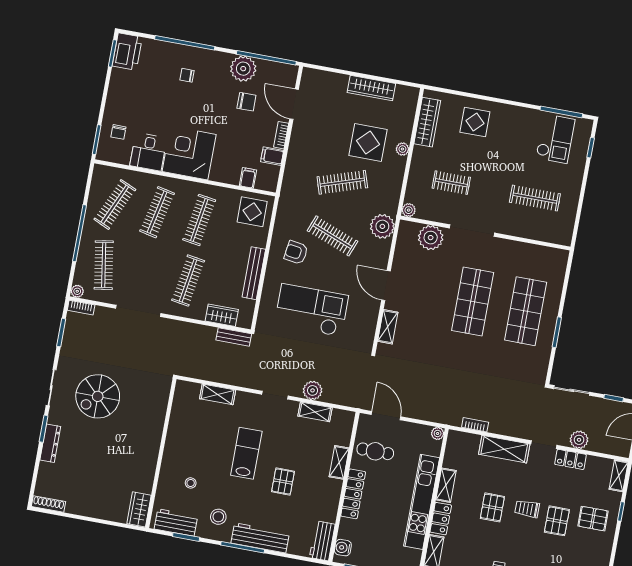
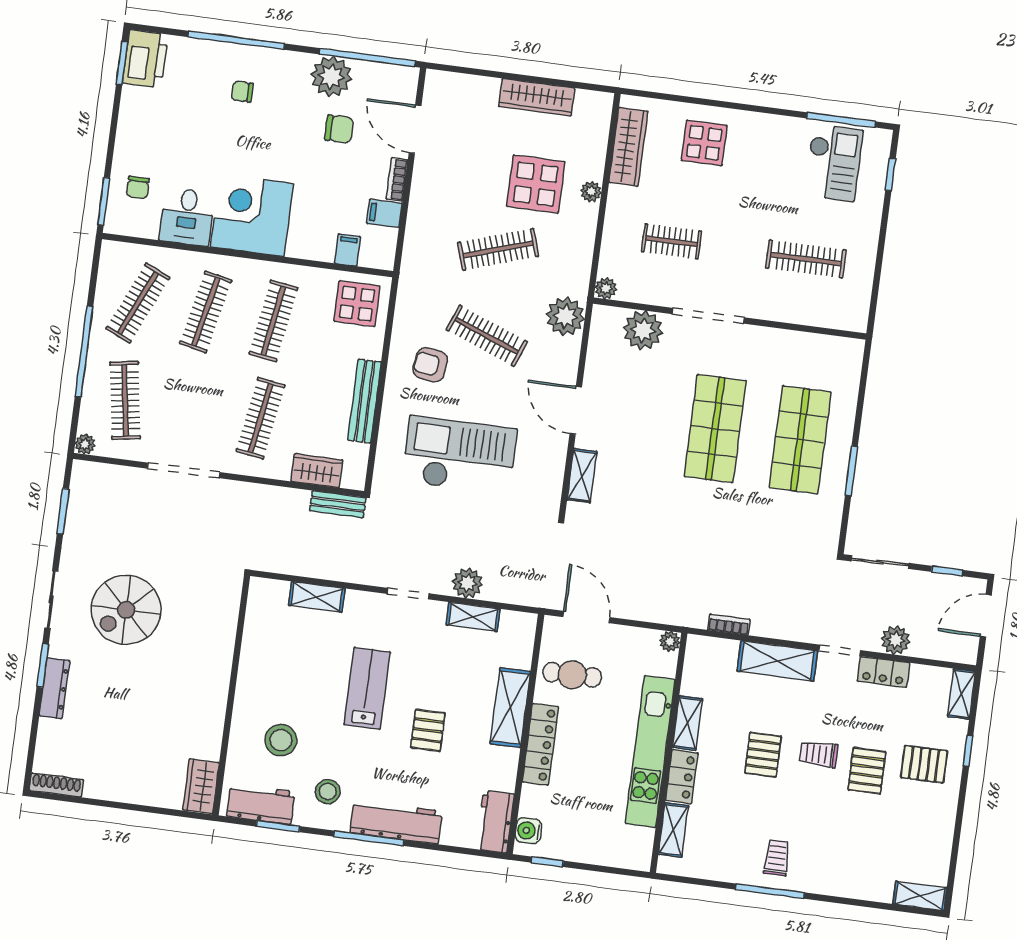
bookcase: (81, 308) -> (93, 470), removed
shelving: (339, 462) -> (510, 708), width x1.50, depth x1.33
stool: (191, 483) -> (281, 740), width x1.89, depth x1.89

